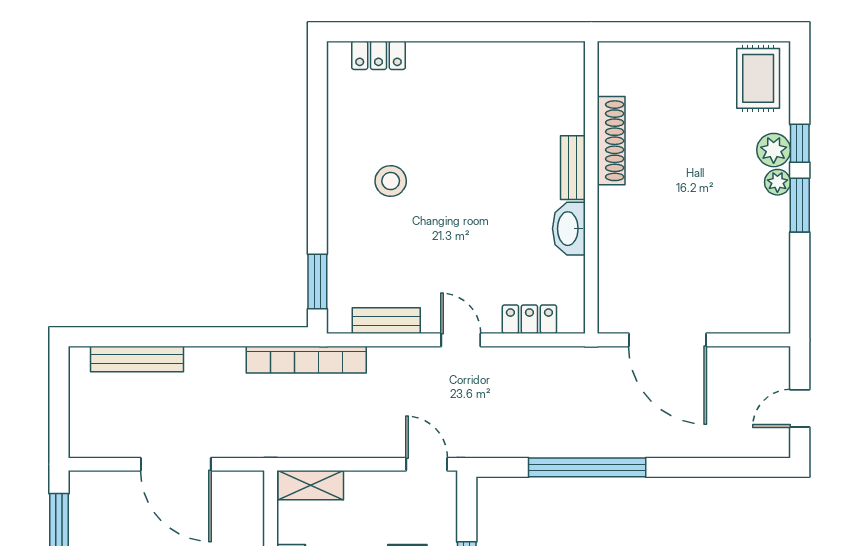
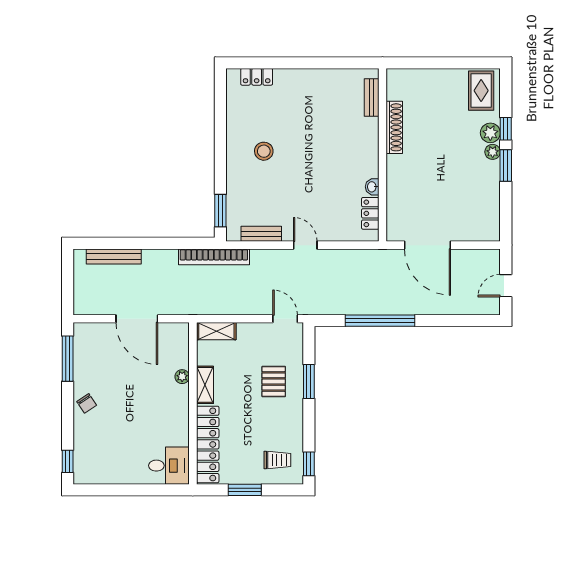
bench: (573, 168) -> (372, 97), moved
washbasin: (569, 229) -> (372, 187), width x0.52, depth x0.69
locker: (529, 319) -> (370, 213), moved, turned -90

